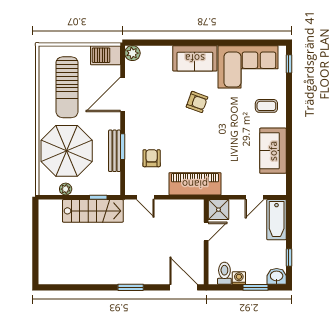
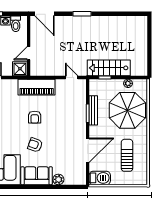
plant: (132, 53) -> (58, 179), moved
sun lounger: (67, 87) -> (127, 155), width x0.73, depth x0.75
armchair: (152, 158) -> (35, 117), moved

